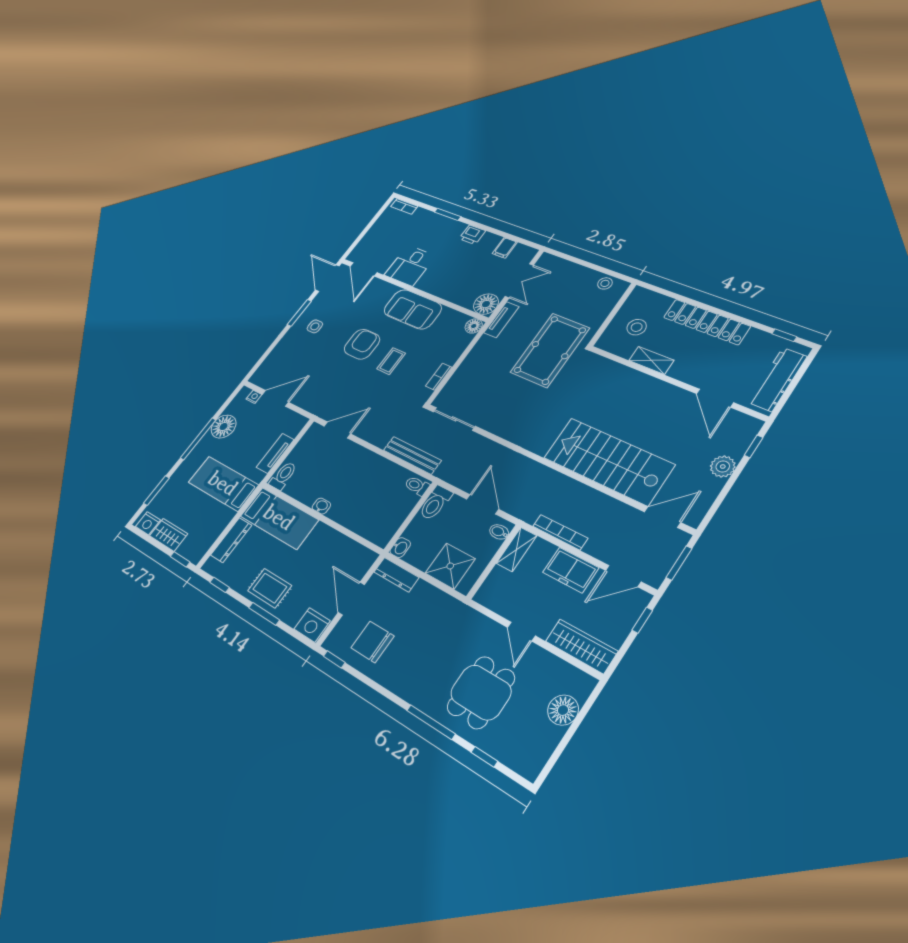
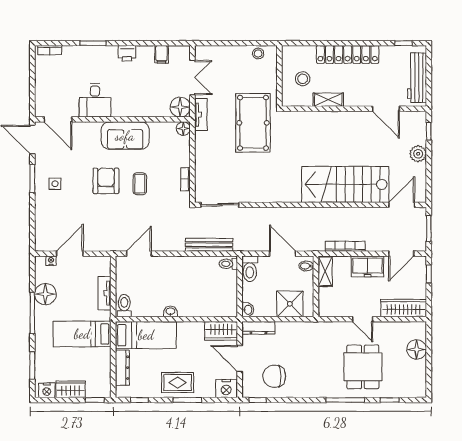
wardrobe: (355, 556) -> (221, 331), added

